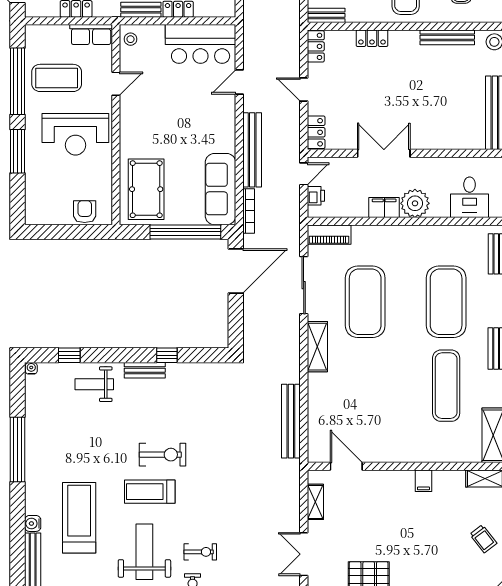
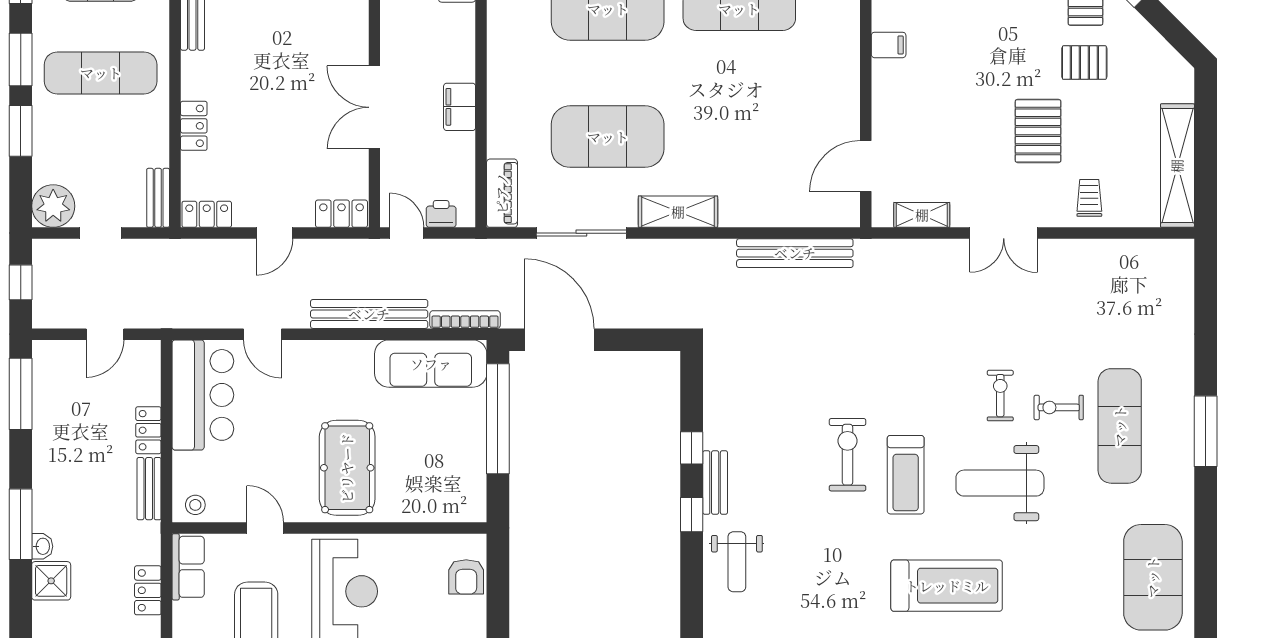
pool table: (146, 189) -> (347, 468), moved, turned 90
plant: (415, 203) -> (453, 58), removed
armchair: (85, 212) -> (466, 577), turned -90
window: (69, 355) -> (692, 515), moved
treadmill: (79, 518) -> (947, 586), turned 180

